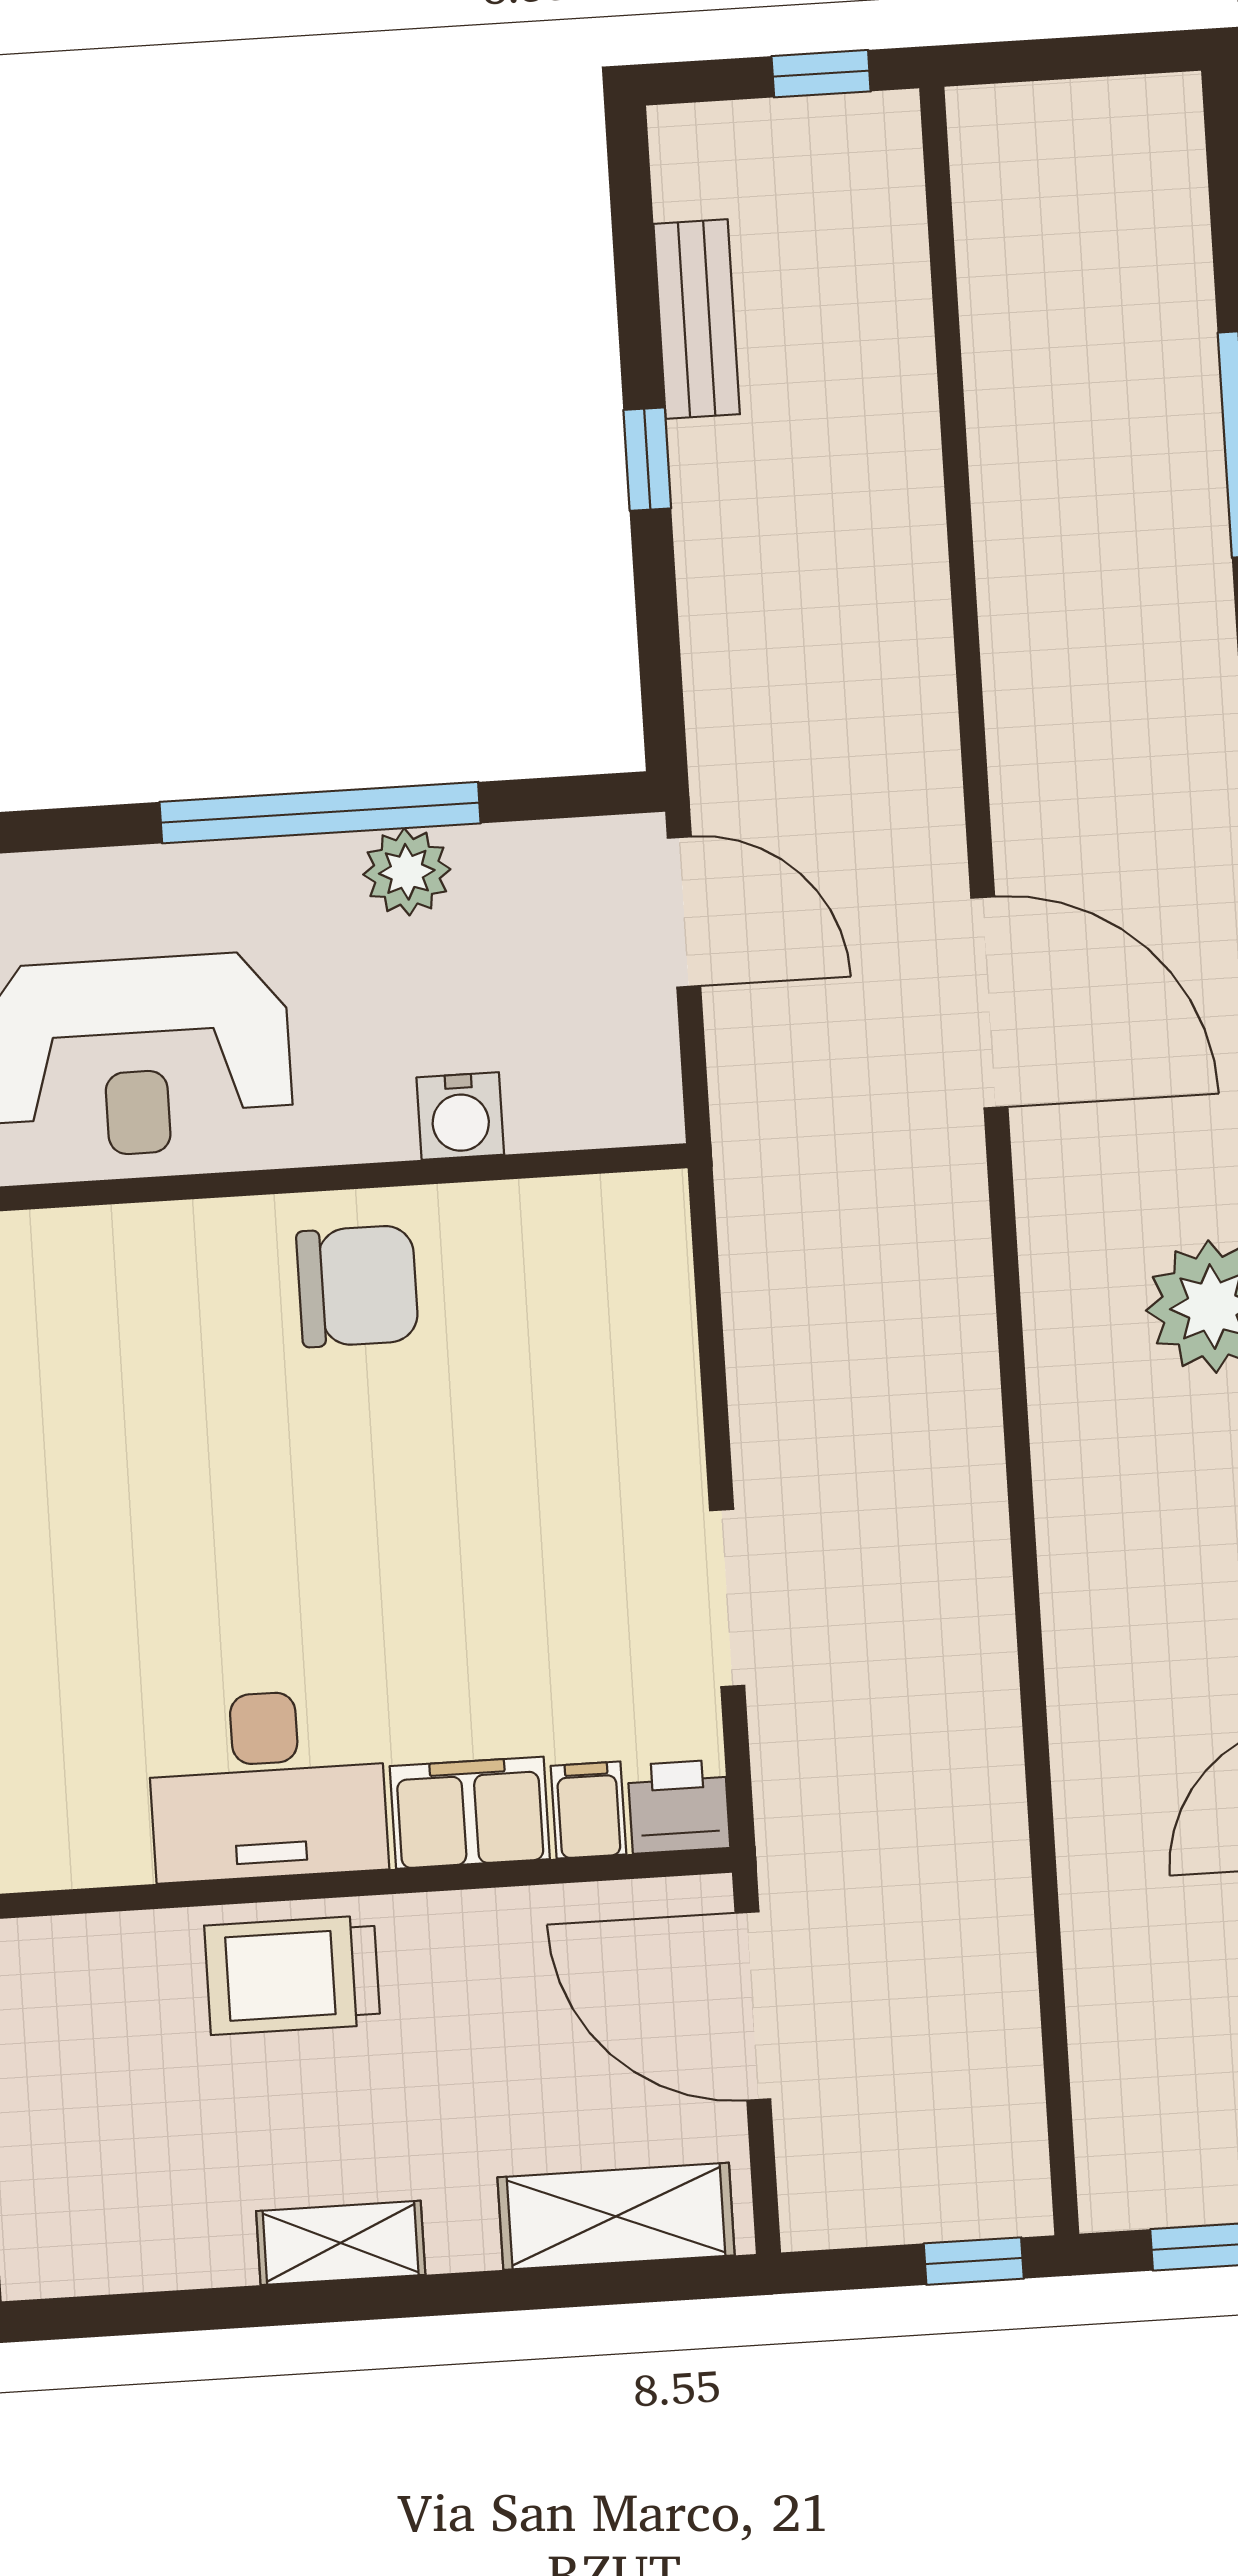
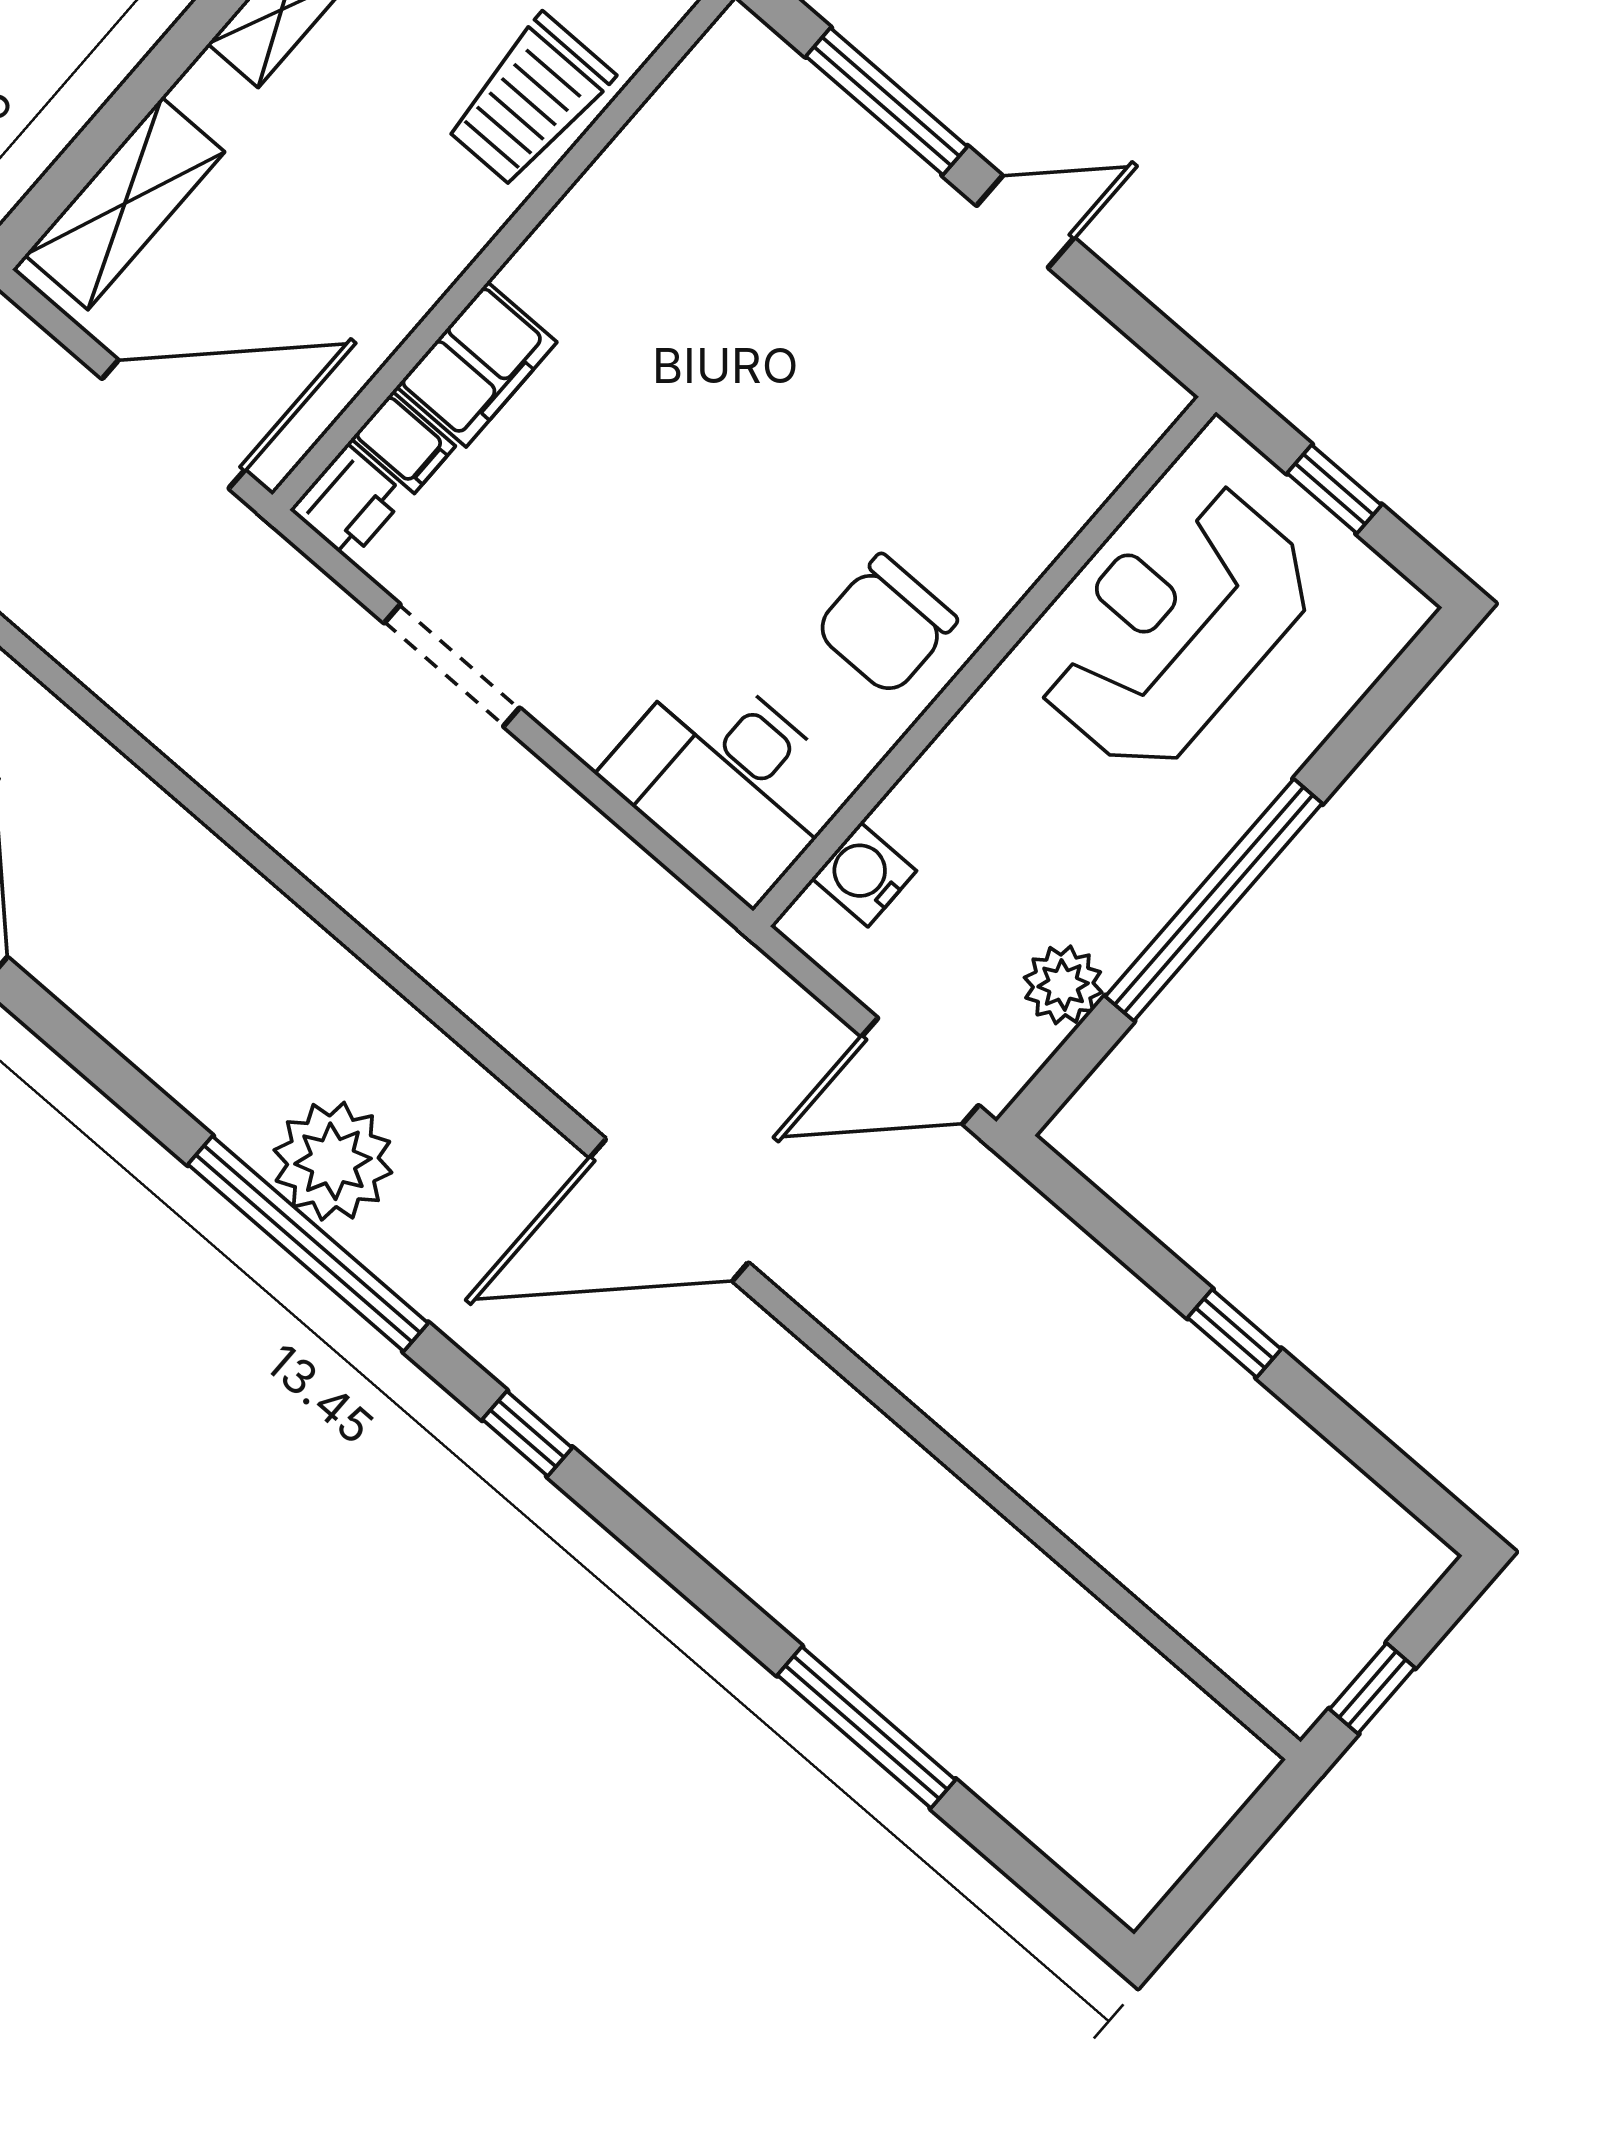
bench: (697, 319) -> (1293, 1453), removed
plant: (407, 872) -> (1063, 985), moved
water cooler: (460, 1116) -> (864, 875), moved
desk: (267, 1785) -> (728, 780), moved, turned -90
trolley: (292, 1975) -> (530, 101), moved, turned 180

